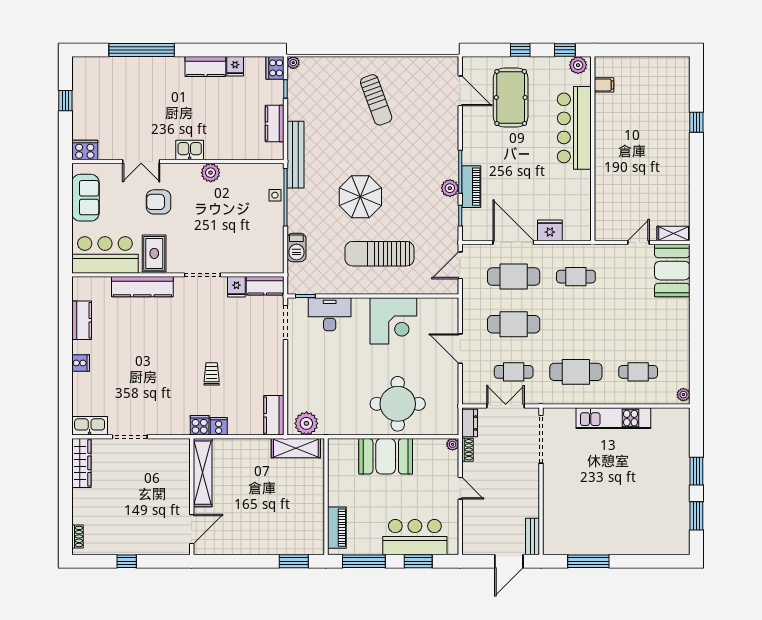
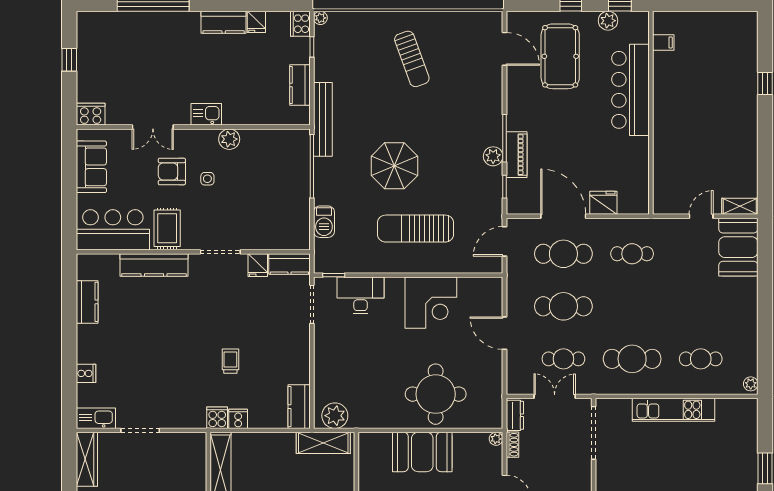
plant: (578, 65) -> (608, 21), moved
side table: (275, 195) -> (207, 179), moved
cooker: (81, 363) -> (86, 373), moved

